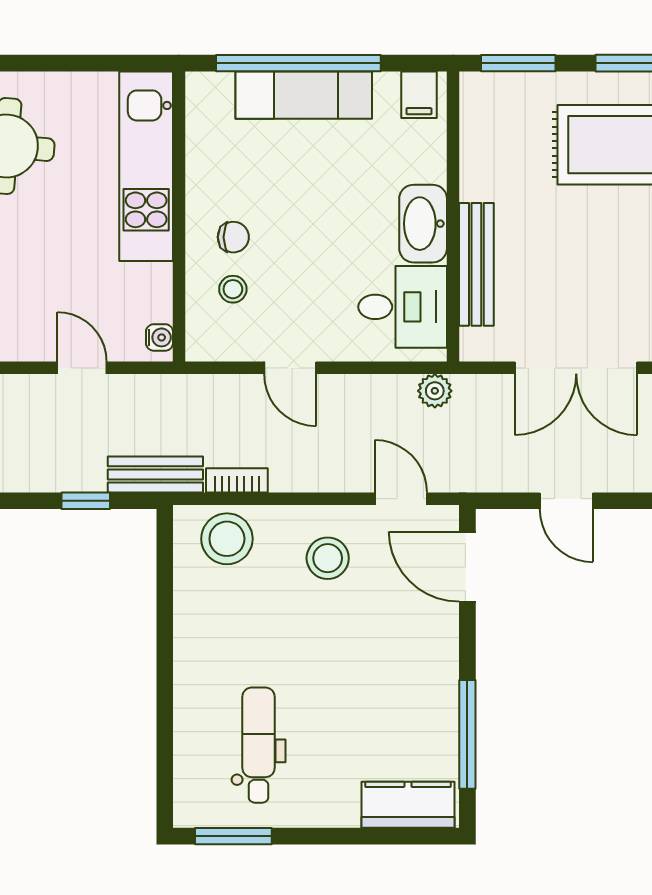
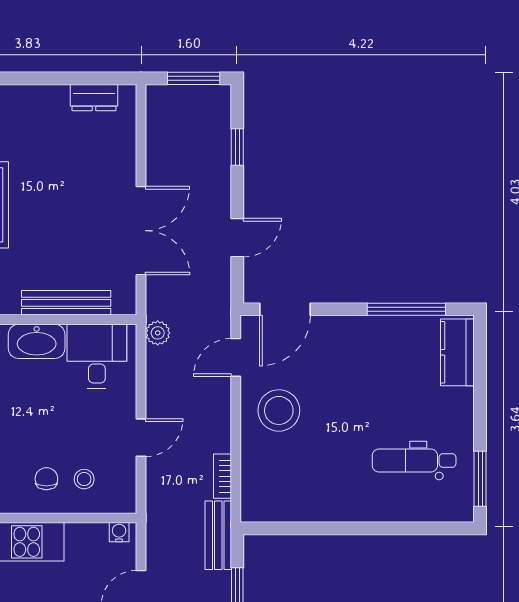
stool: (227, 539) -> (265, 483), removed
stool: (328, 558) -> (279, 410), width x1.38, depth x1.38

